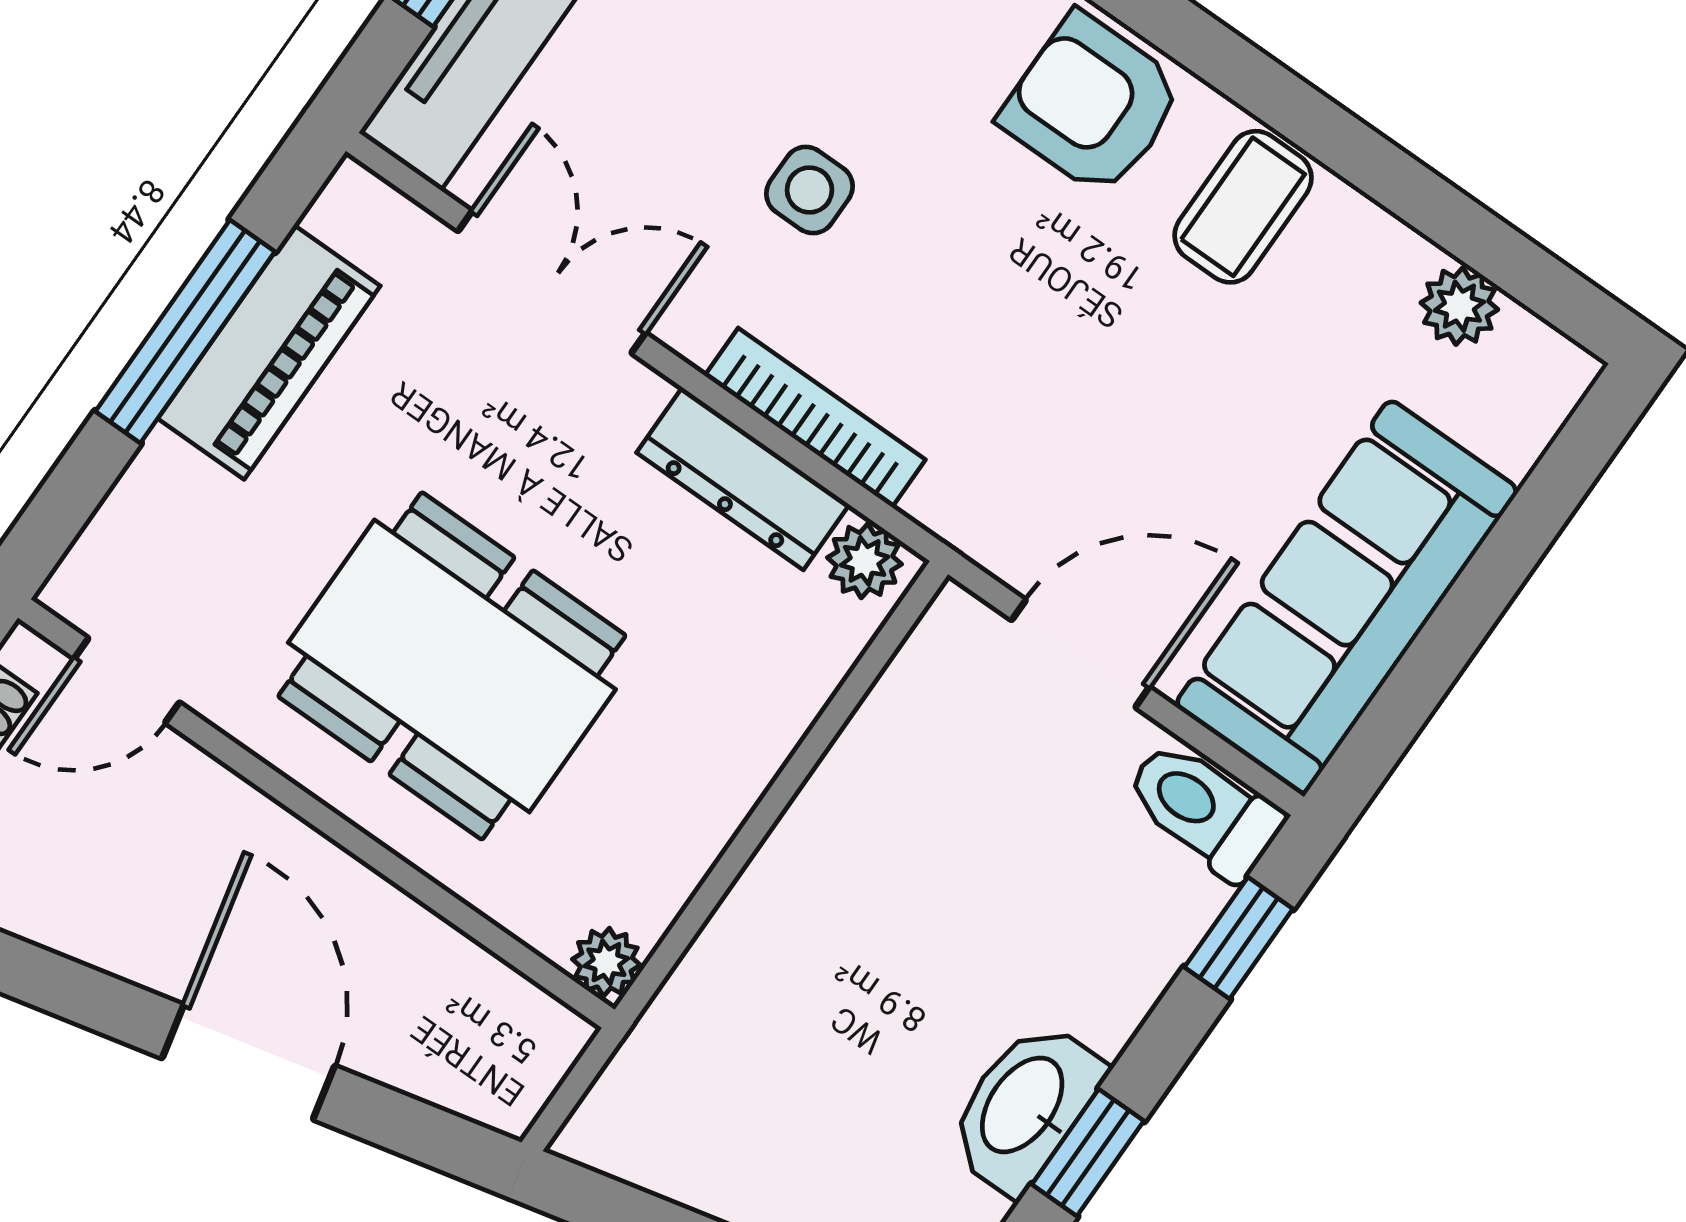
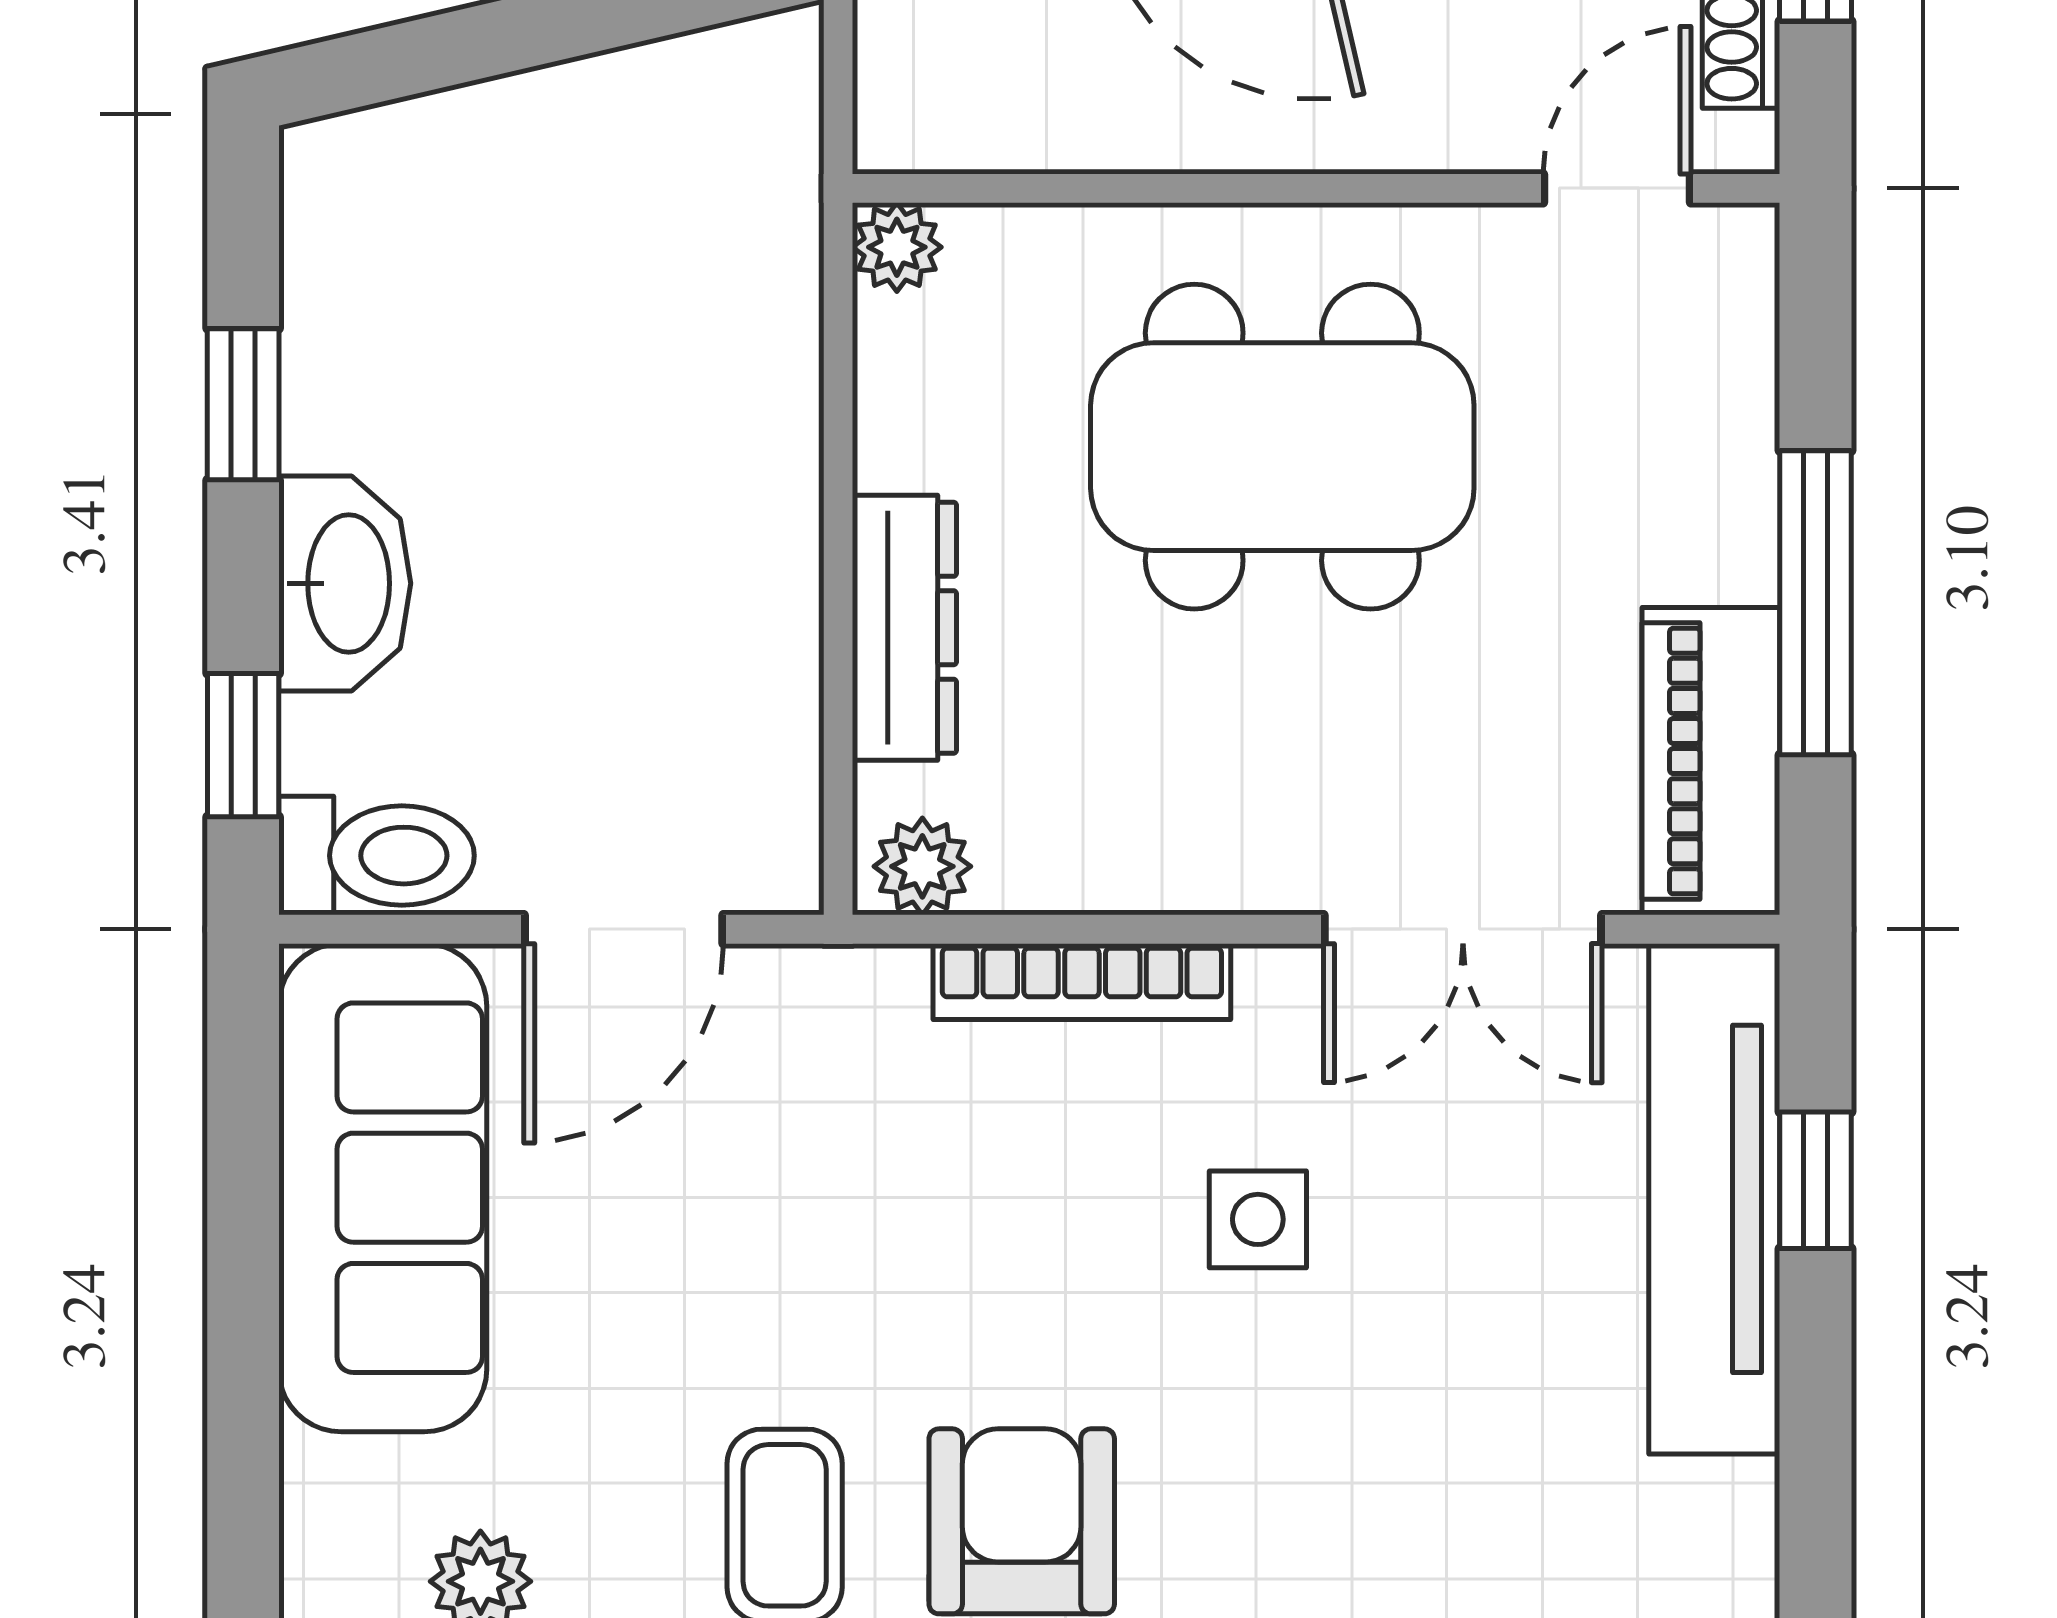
armchair: (1092, 104) -> (1022, 1521), turned -90
piano: (269, 352) -> (1711, 761), moved
dresser: (743, 479) -> (904, 628), moved, turned 90
washbasin: (1025, 1107) -> (345, 583), moved

